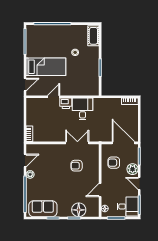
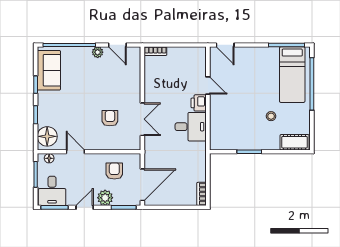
bed: (46, 67) -> (292, 75), moved
floor lamp: (79, 210) -> (47, 136), moved

